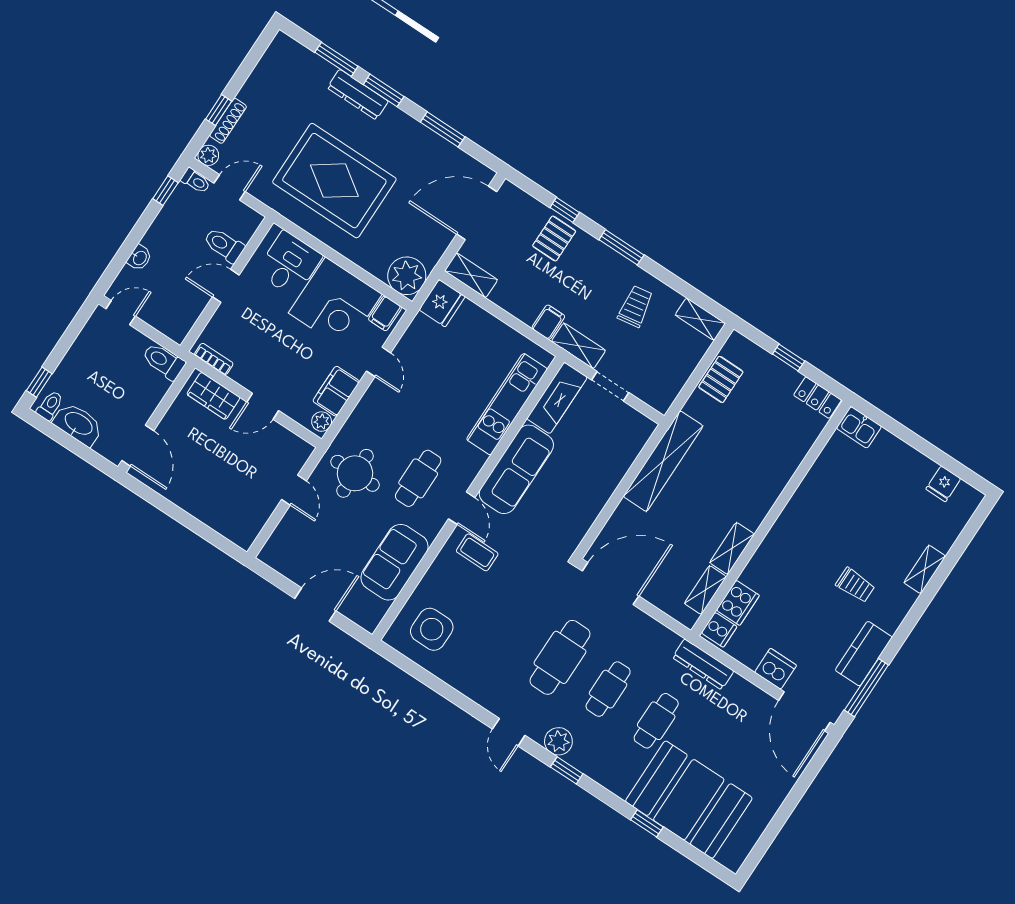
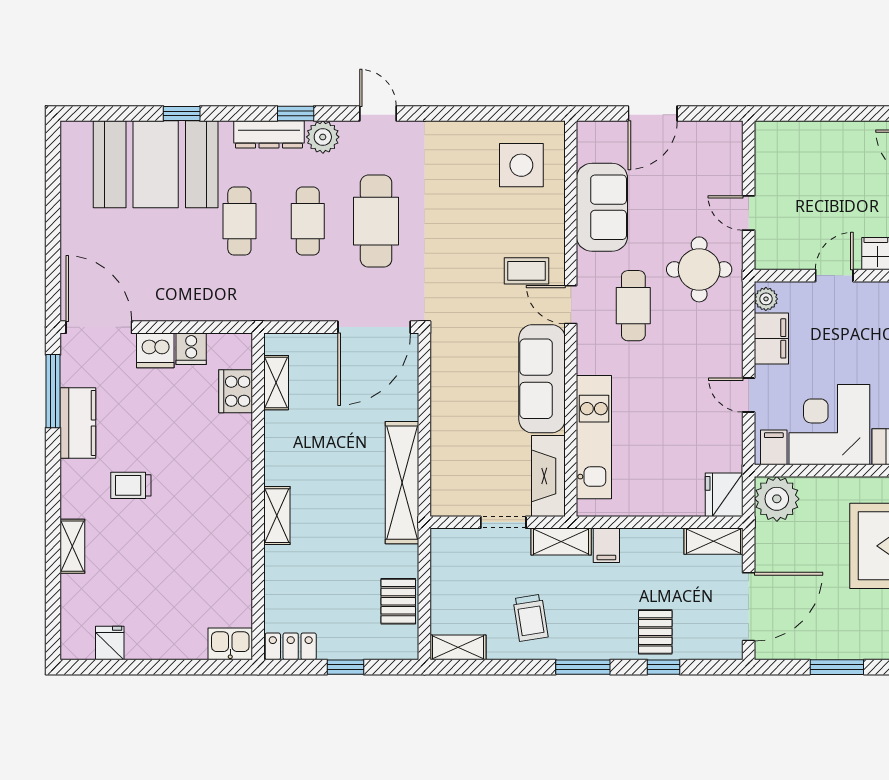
shelving: (732, 548) -> (277, 516), moved
cooker: (719, 630) -> (191, 349), moved, turned -90
dresser: (703, 664) -> (269, 134), moved, turned 180

